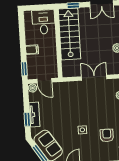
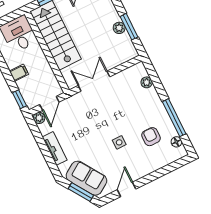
double door: (94, 78) -> (94, 81), moved
door: (44, 81) -> (49, 103), hinge flipped
window: (27, 119) -> (49, 158), removed

